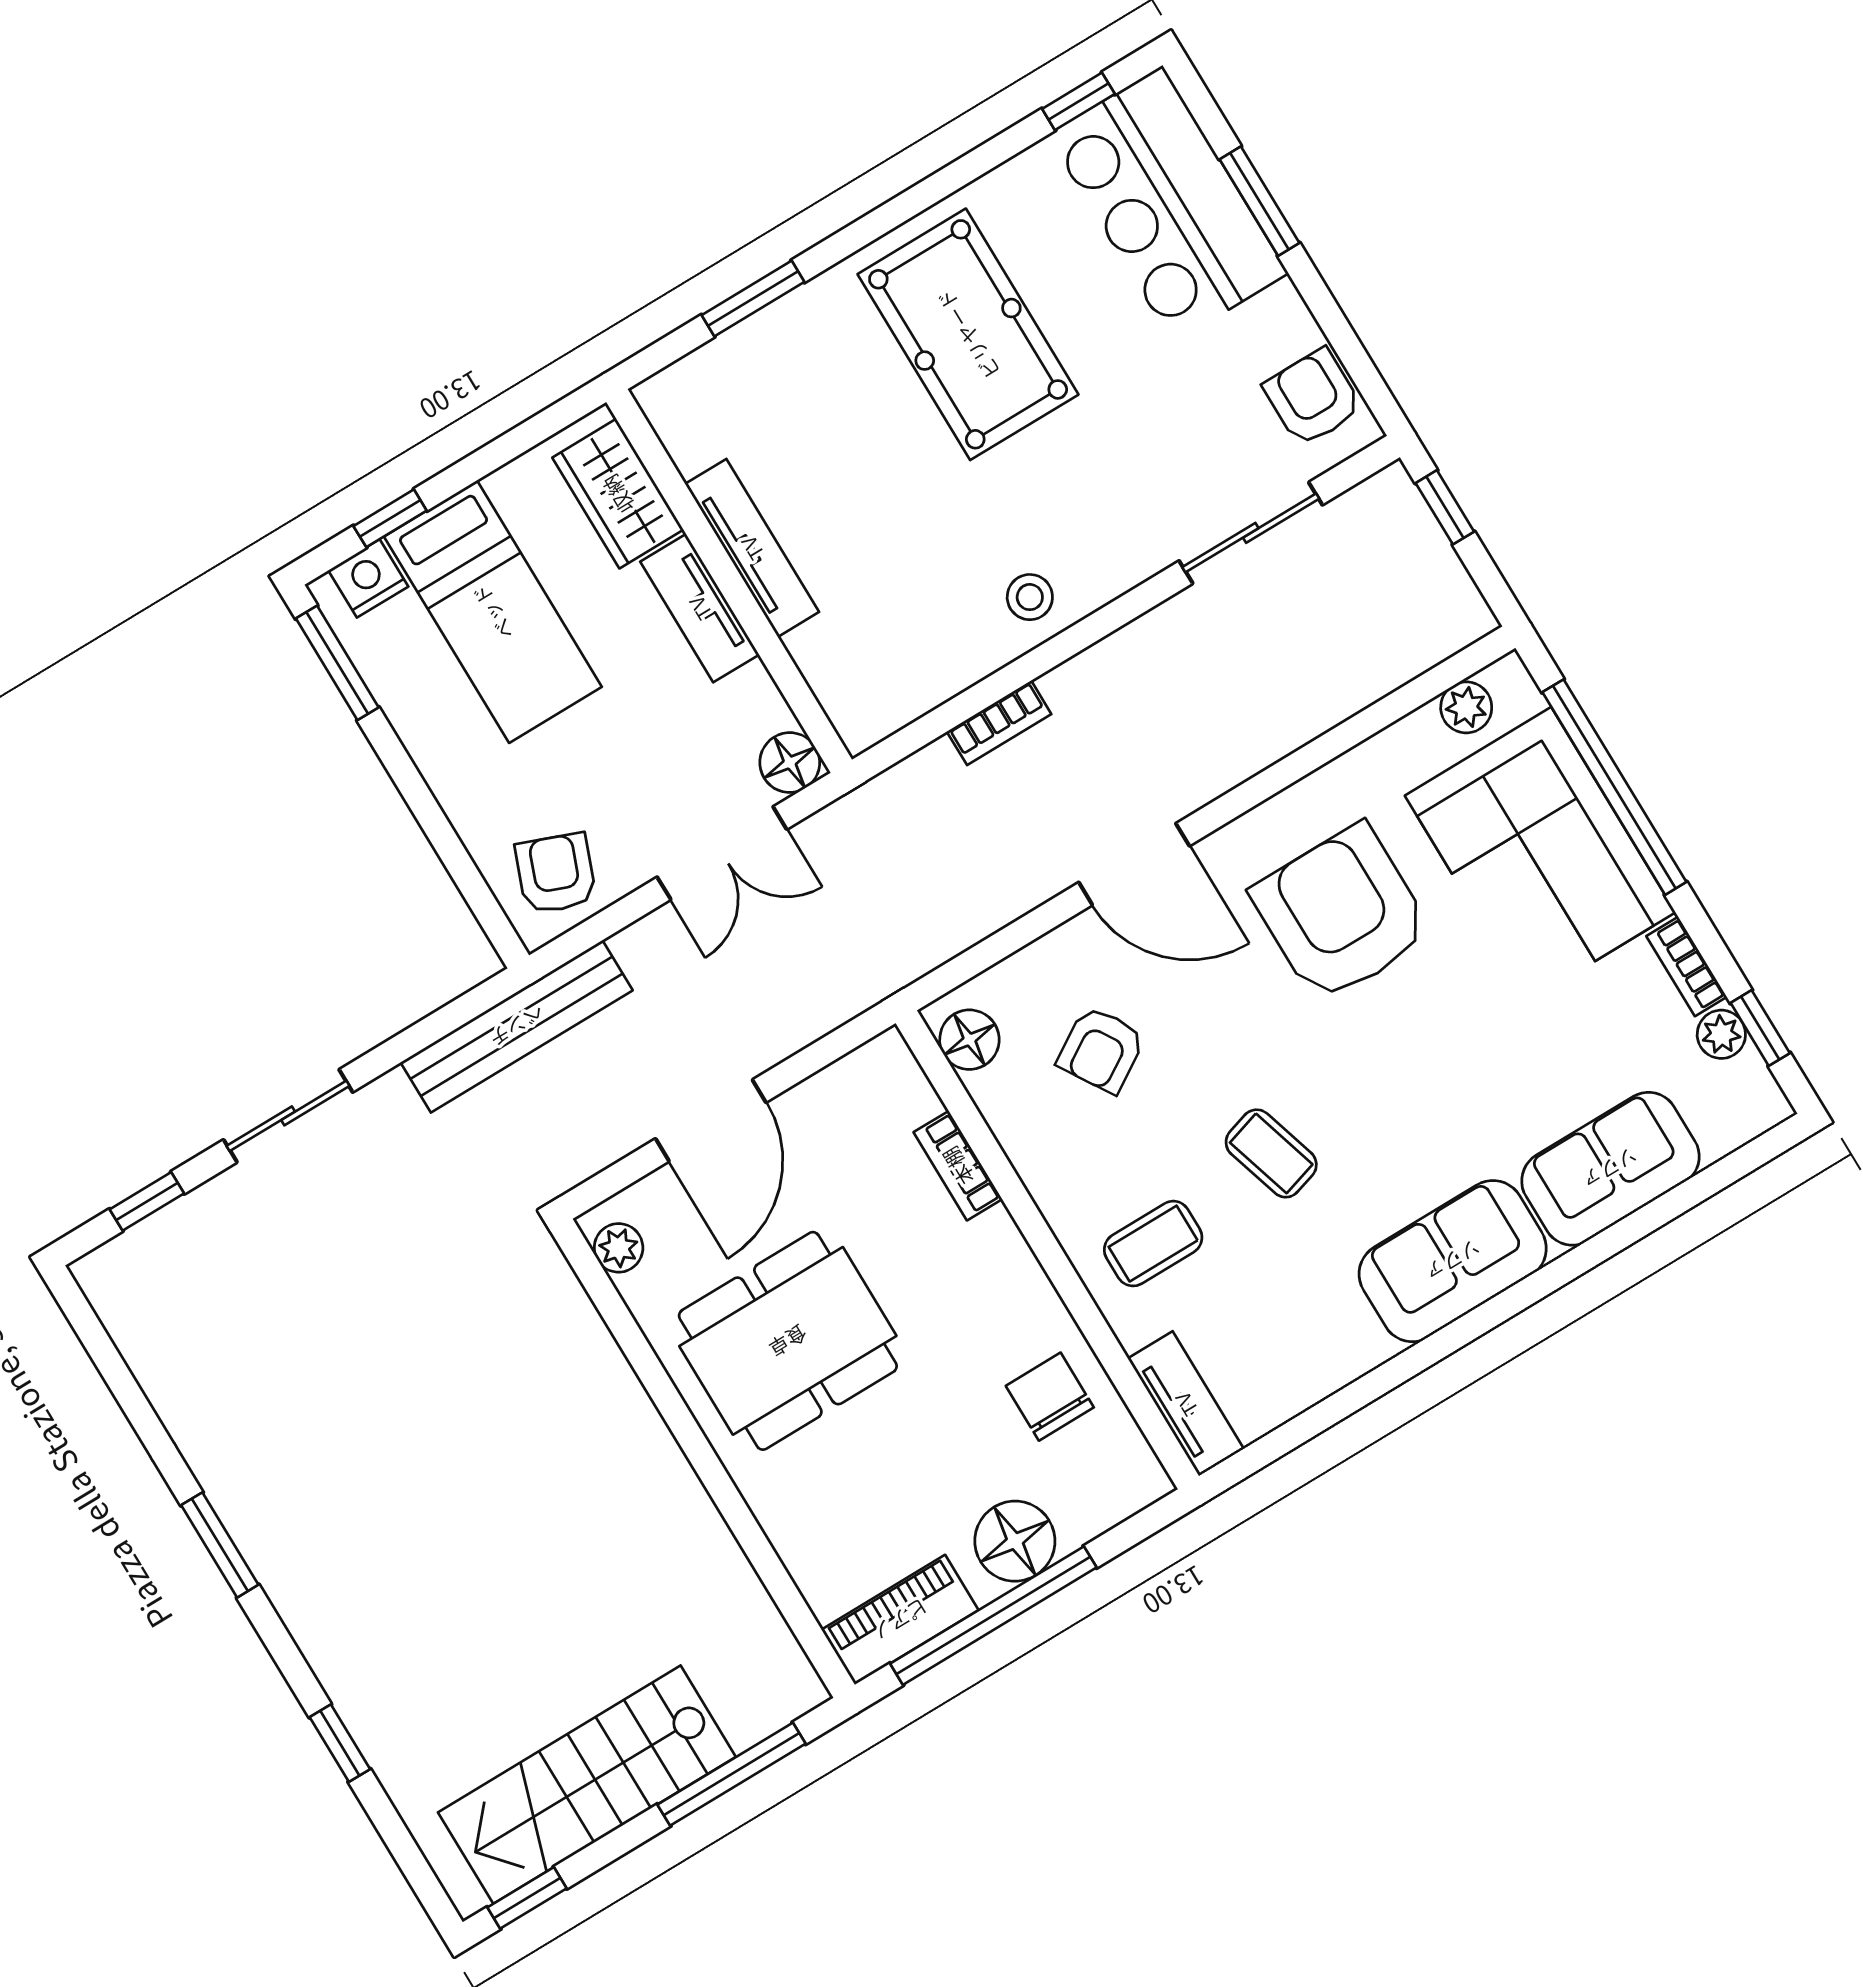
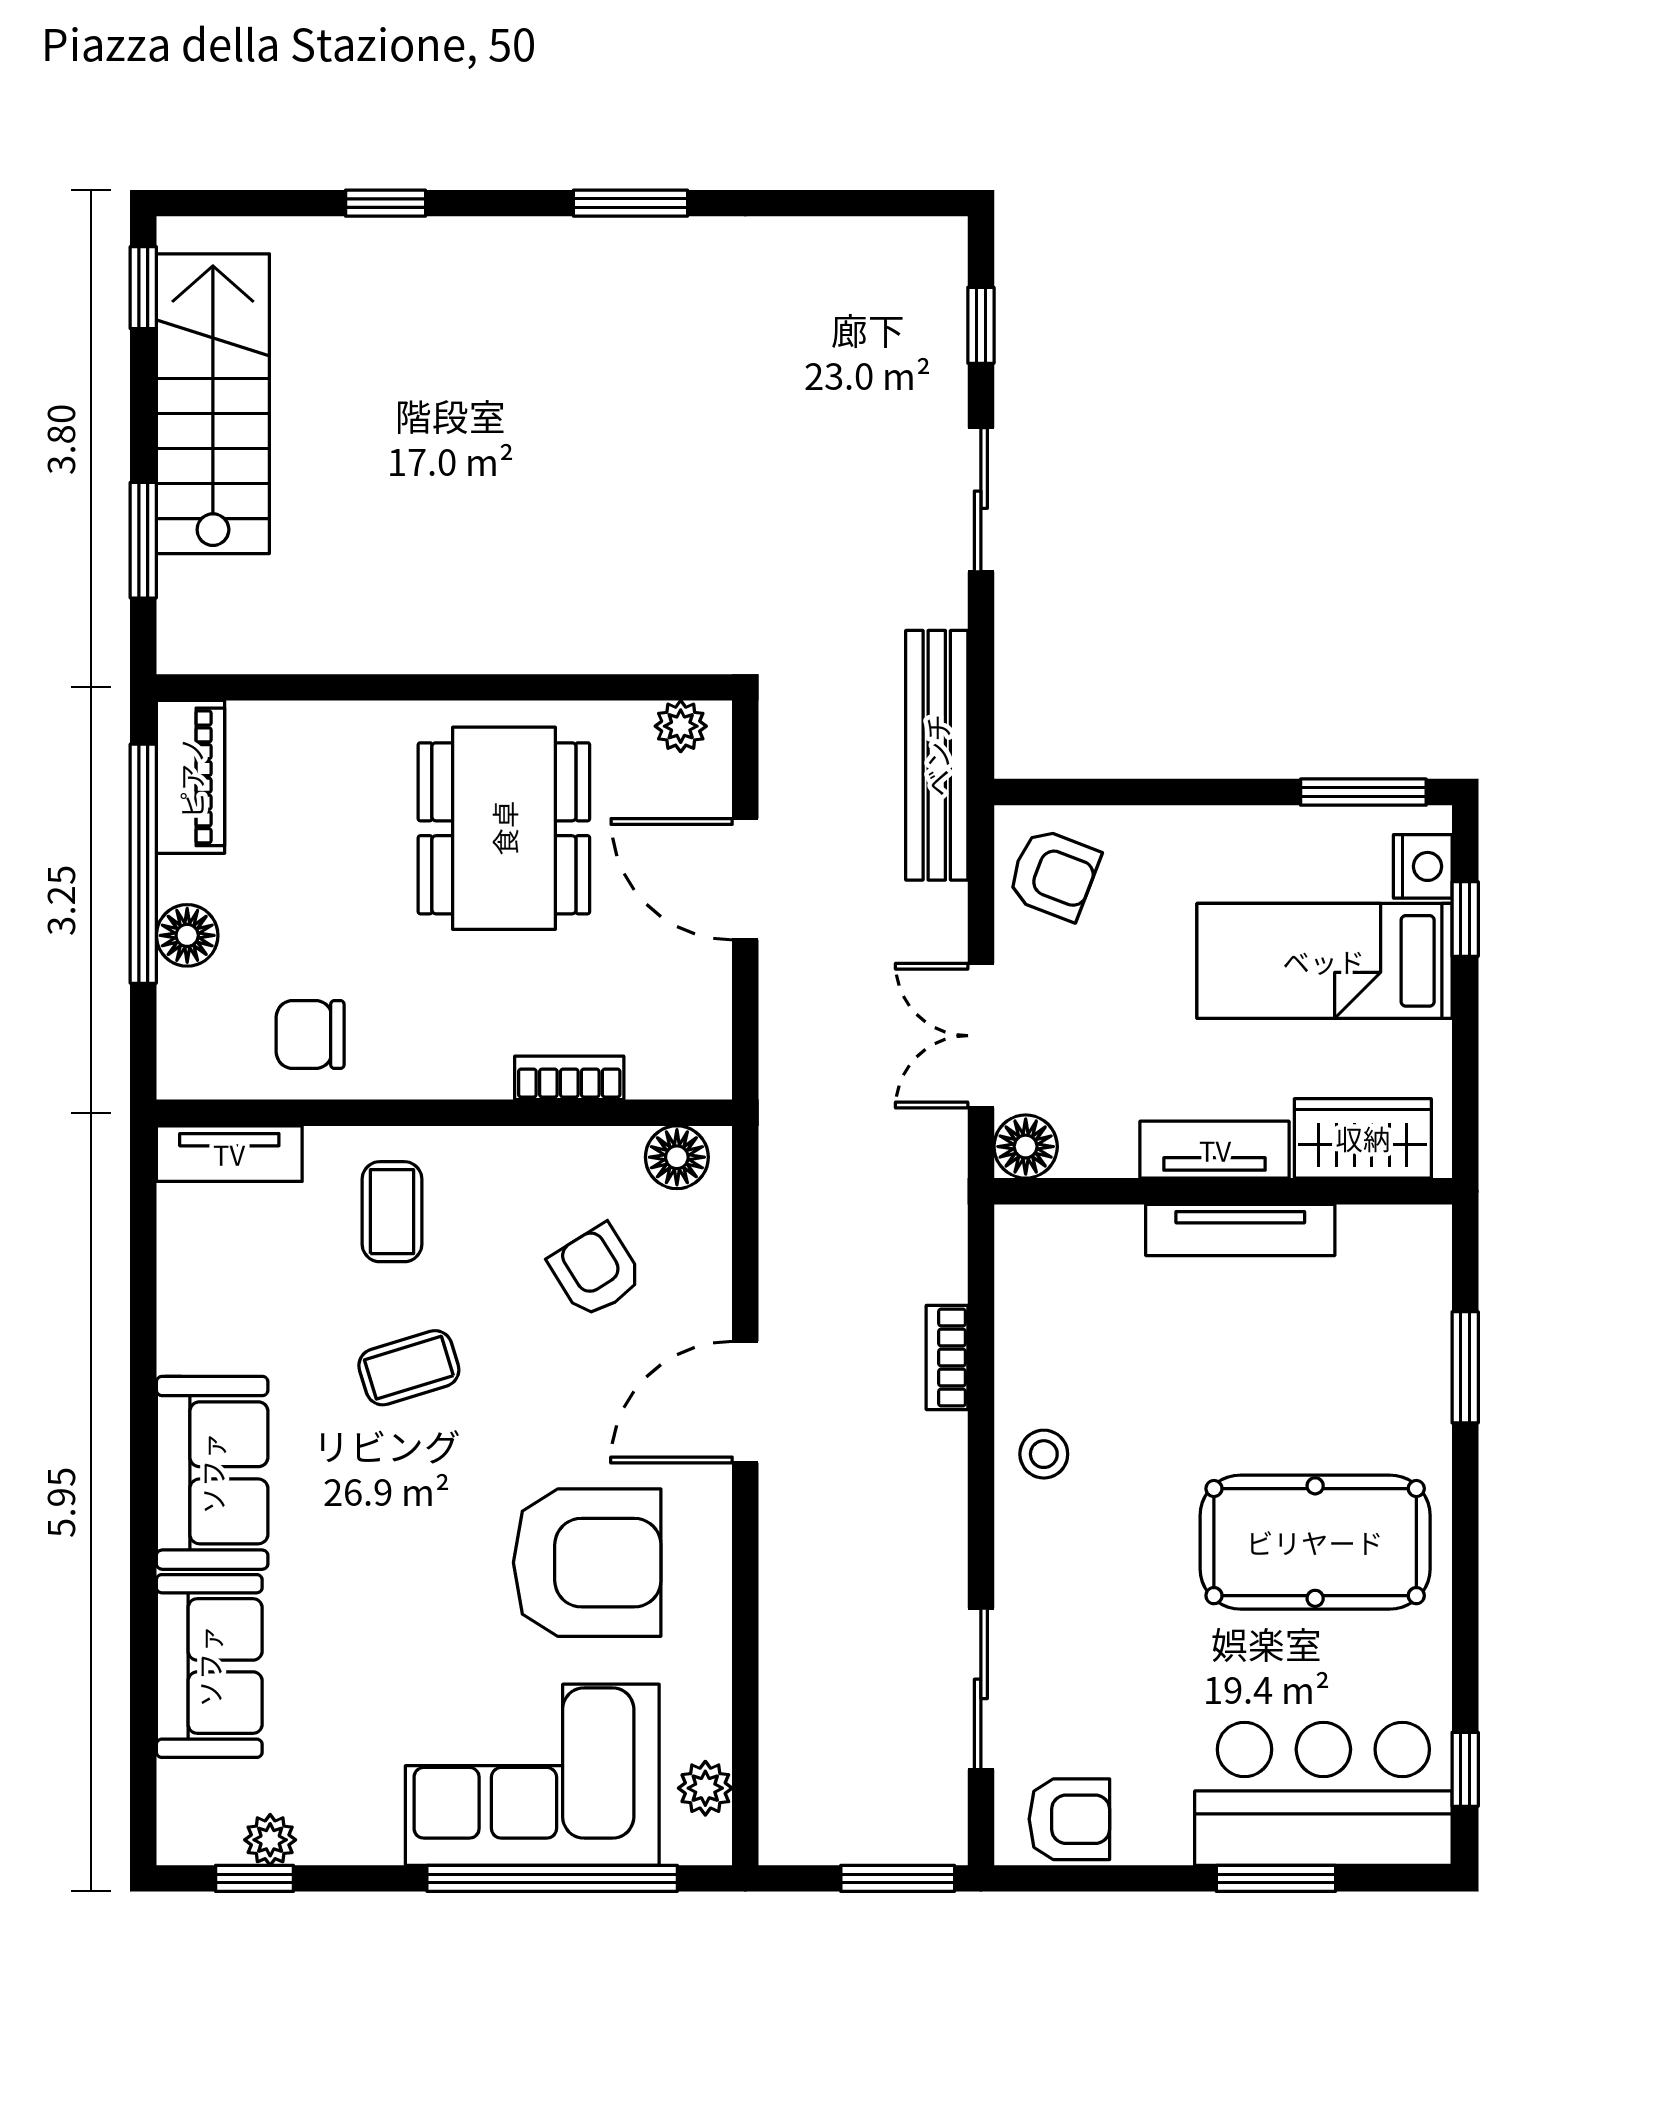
window: (1445, 507) -> (898, 1878), width x1.50
bookcase: (1687, 966) -> (350, 1845), removed
chair: (1050, 1397) -> (310, 1034), turned 180
floor lamp: (1015, 1541) -> (187, 935), width x0.73, depth x0.73
window: (731, 1774) -> (143, 540), width x0.69

